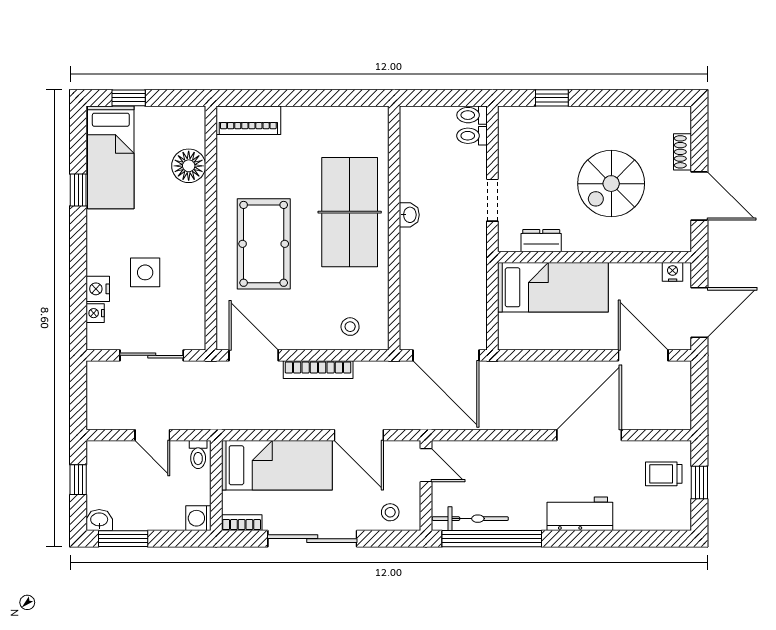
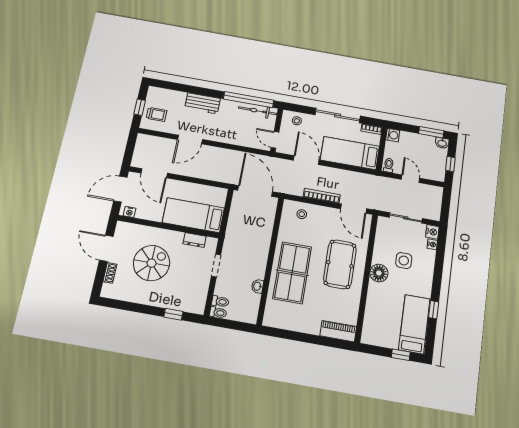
floor lamp: (189, 166) -> (379, 273), moved
washbasin: (409, 215) -> (257, 286), moved
nightstand: (98, 289) -> (432, 232), moved
door: (589, 435) -> (190, 140), width x0.73

